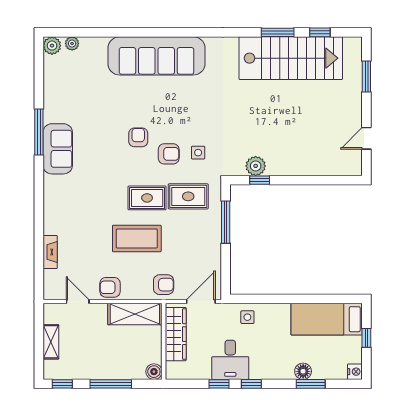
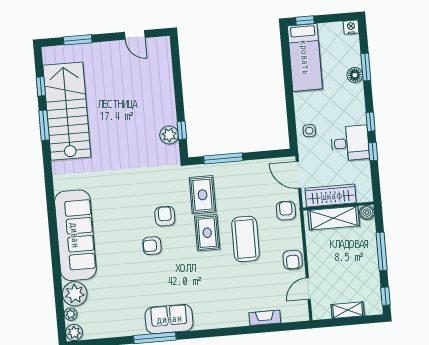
plant: (94, 50) -> (75, 294), added
side table: (198, 153) -> (161, 189), removed
shelving: (135, 314) -> (334, 218), moved, turned 90
window: (366, 338) -> (305, 20), moved

